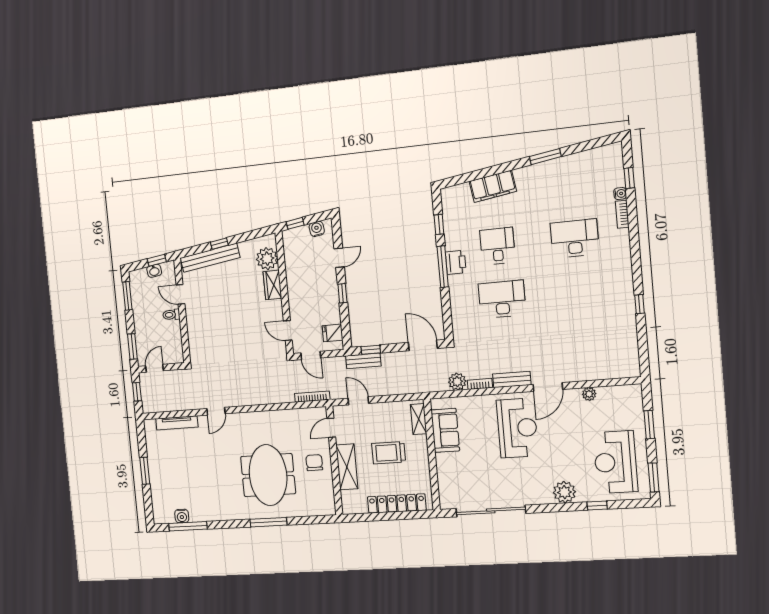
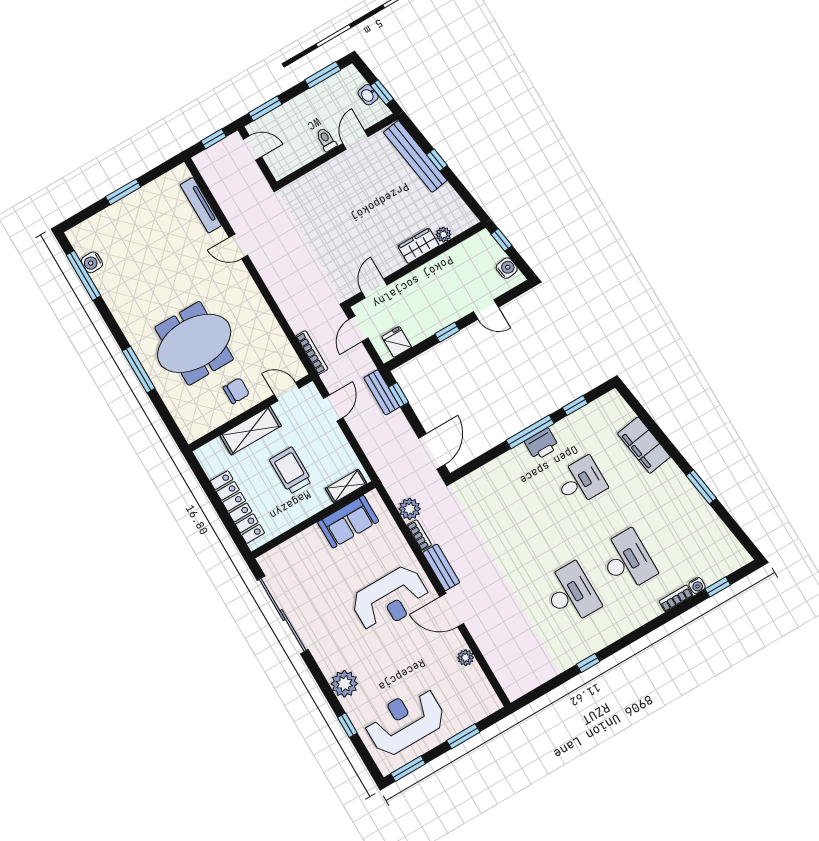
plant: (267, 259) -> (443, 235), width x0.53, depth x0.53
desk: (502, 299) -> (571, 594), moved

